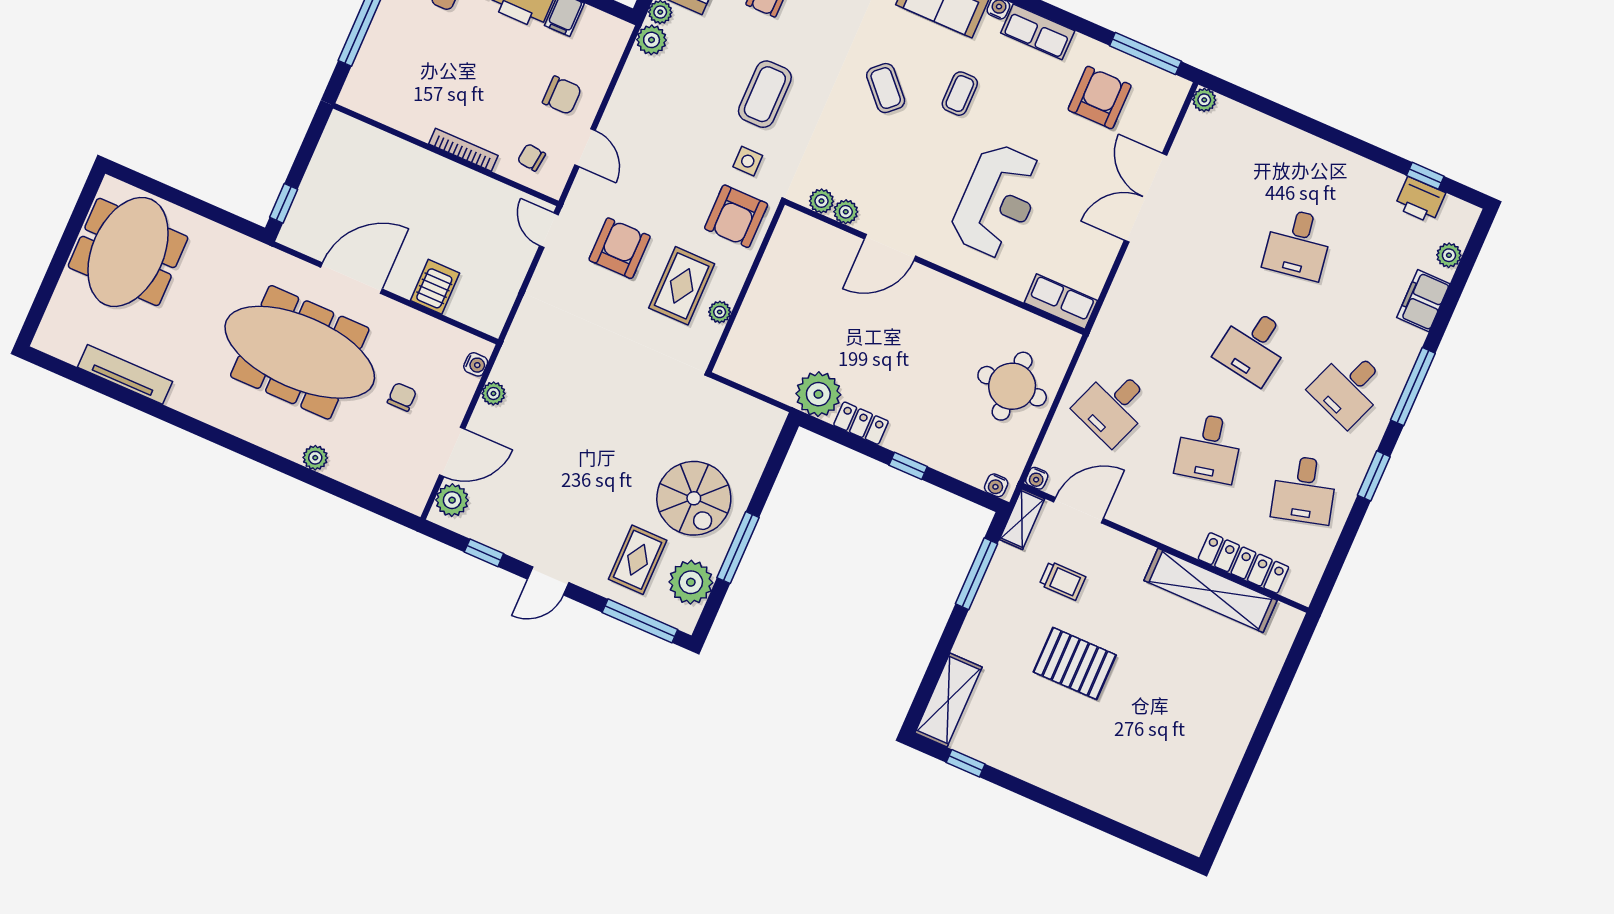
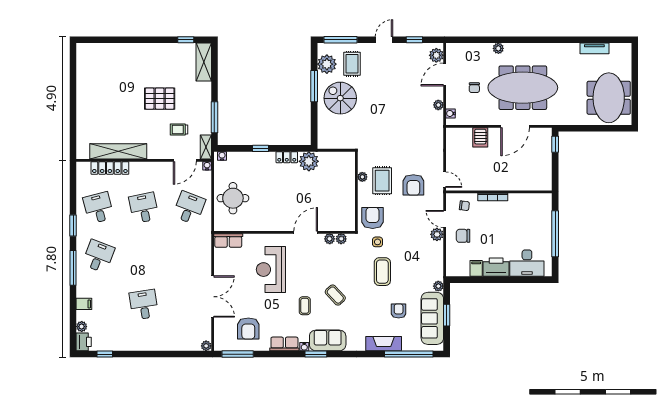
plant: (652, 40) -> (437, 234), moved
printer: (1420, 200) -> (84, 342), moved, turned 90
filing cabinet: (1423, 301) -> (84, 304), width x0.50
desk: (1253, 346) -> (144, 256), removed
tv unit: (125, 374) -> (594, 48), width x0.71

